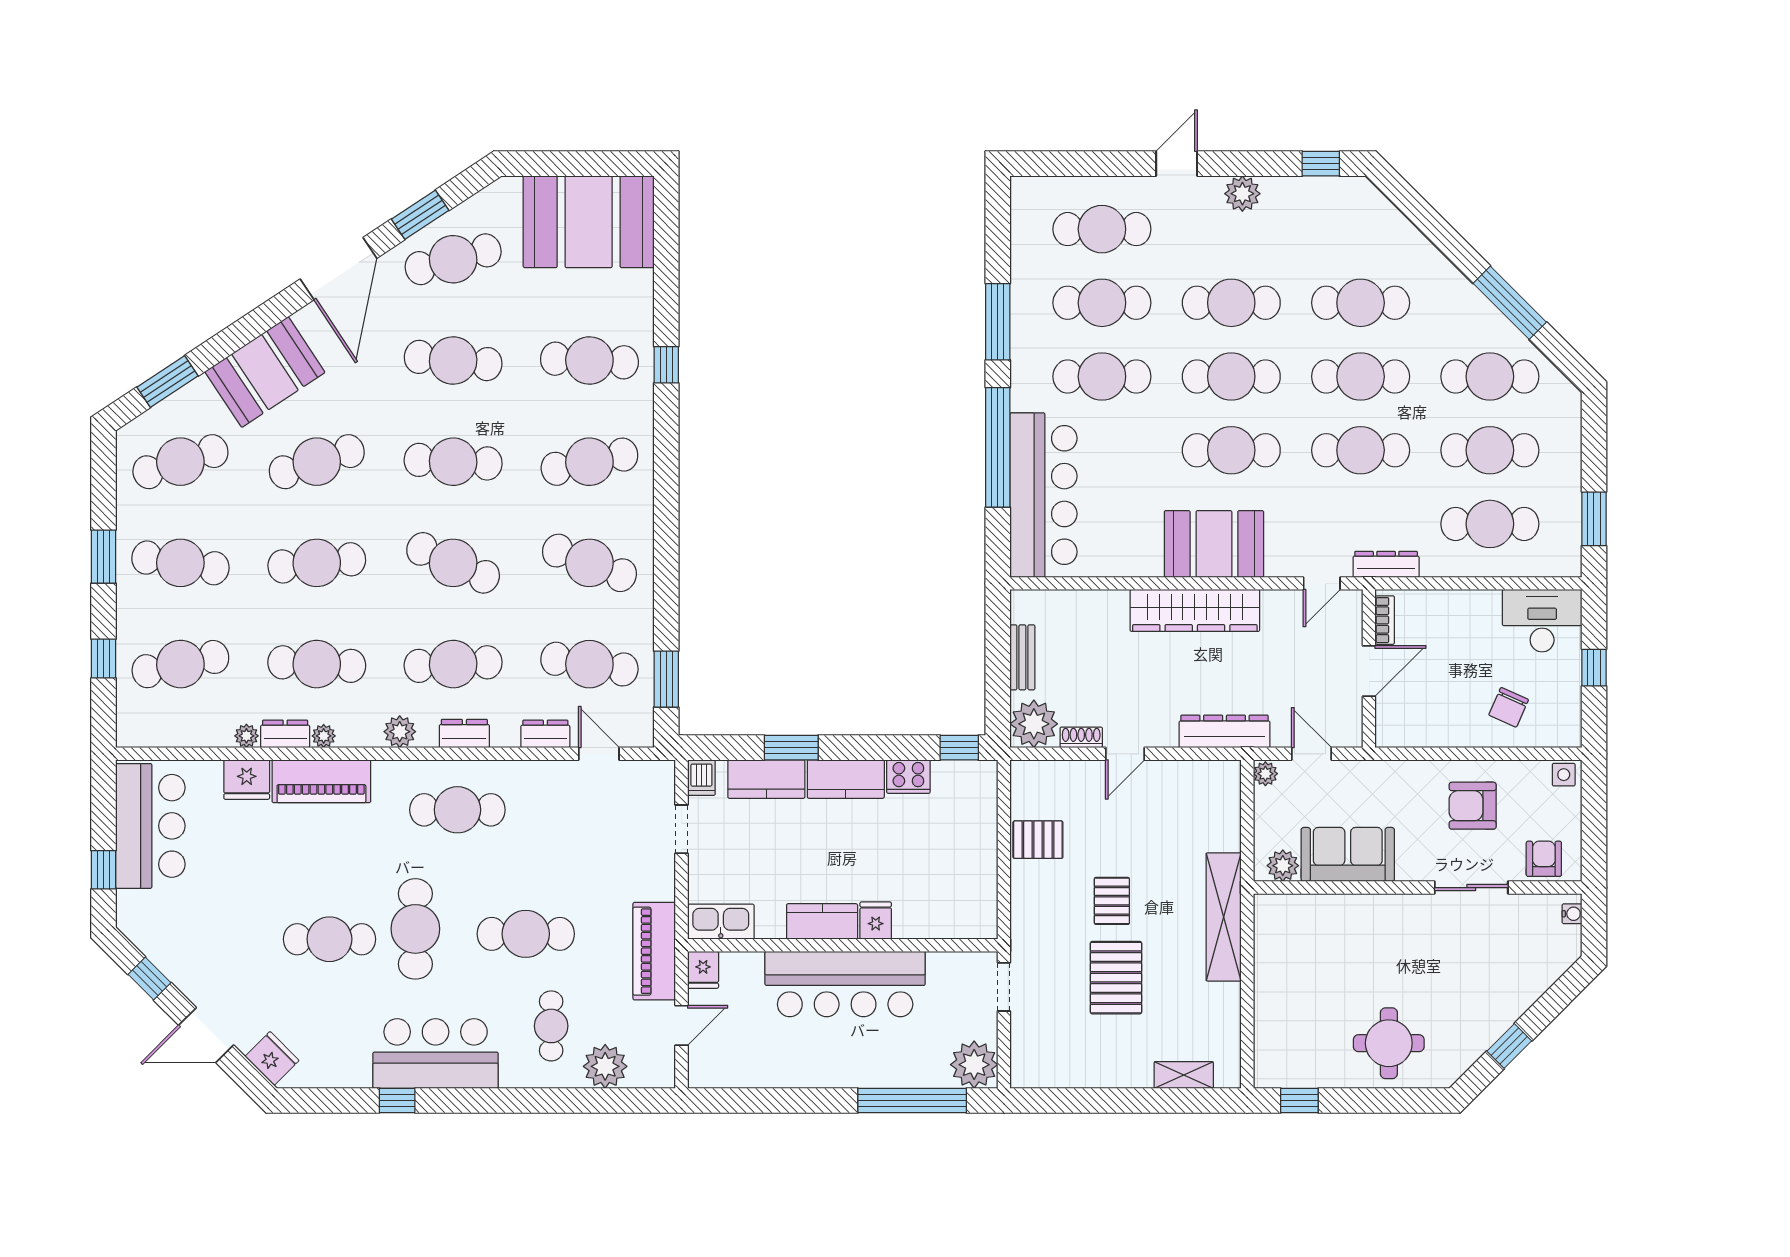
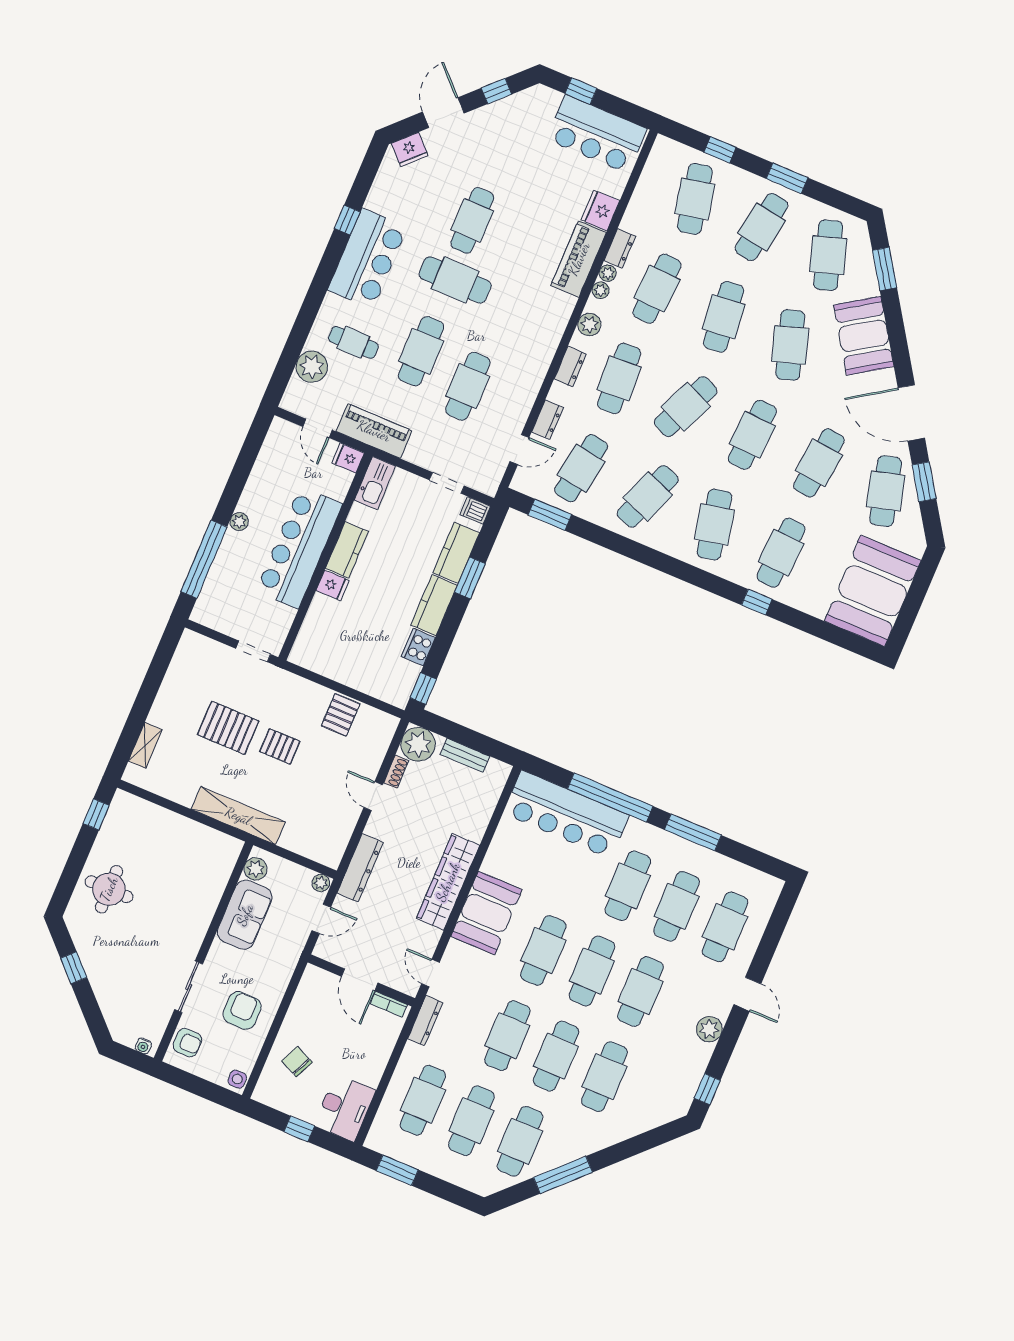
plant: (246, 736) -> (601, 290), moved
cafe table: (457, 810) -> (468, 386), moved
plant: (974, 1065) -> (239, 522), moved, width x0.53, depth x0.53

